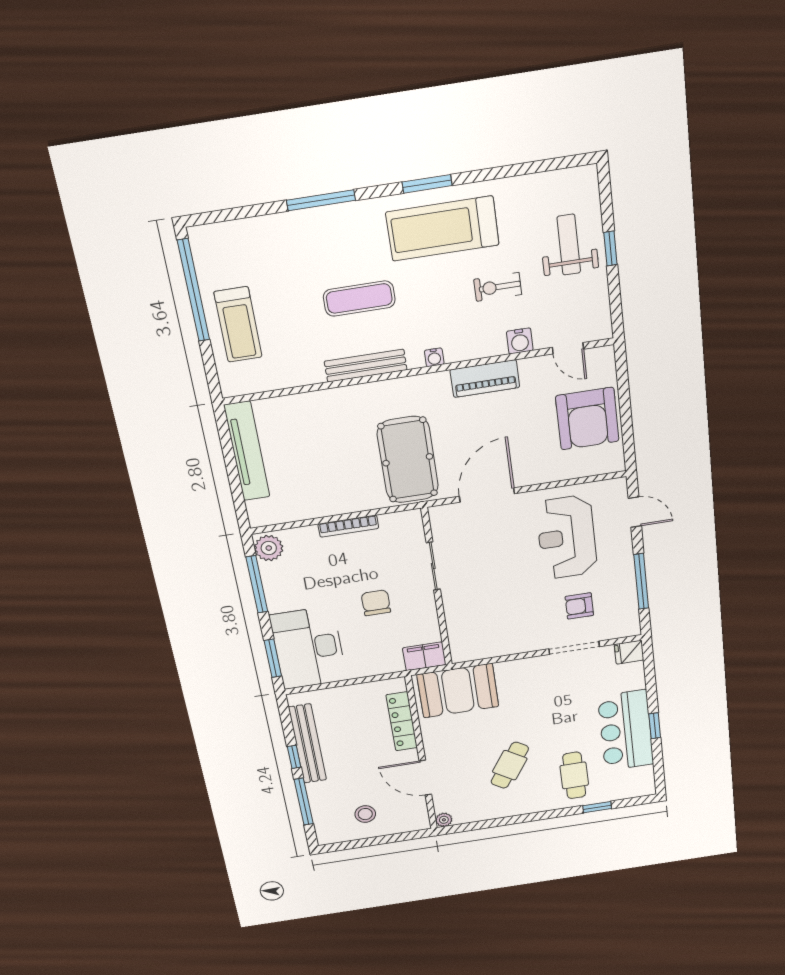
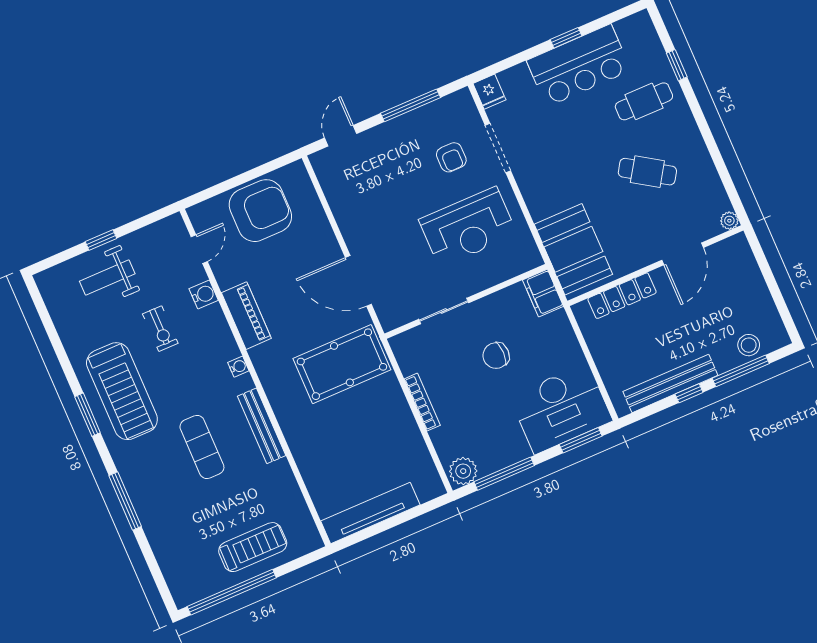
reception desk: (567, 537) -> (468, 227), moved
stool: (365, 814) -> (749, 345), moved

